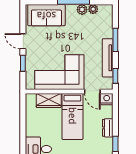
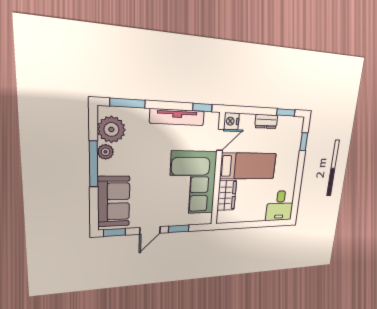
plant: (93, 9) -> (111, 129), width x1.88, depth x1.88
window: (23, 16) -> (114, 232), added
window: (115, 40) -> (128, 103), moved

